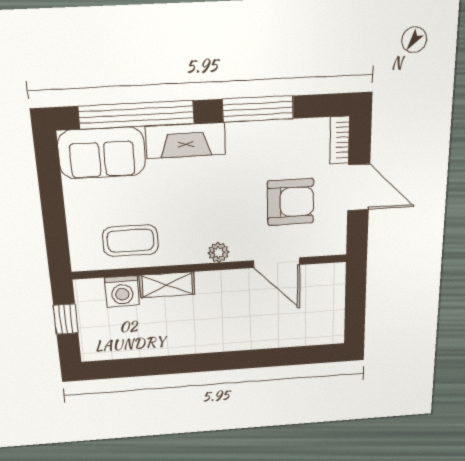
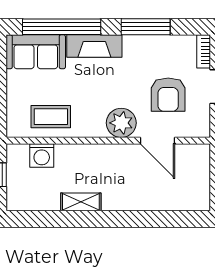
armchair: (291, 202) -> (168, 95), turned 90
plant: (218, 252) -> (121, 123), width x1.88, depth x1.88
shelving: (167, 285) -> (81, 202), moved

